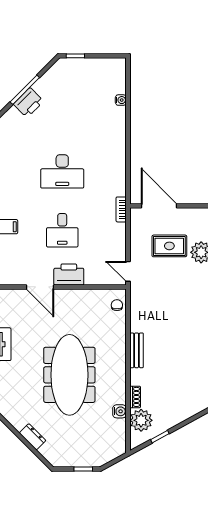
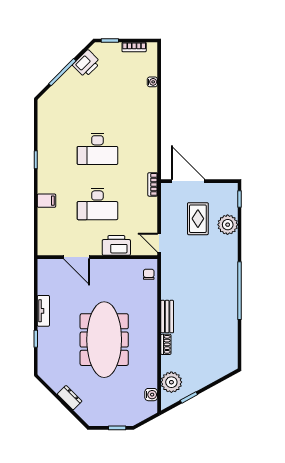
bookcase: (101, 63) -> (134, 47), added
printer: (29, 103) -> (87, 64), moved
desk: (62, 230) -> (97, 204), width x1.37
rug: (169, 246) -> (198, 219), turned 90
printer: (69, 274) -> (116, 245), moved
shoe rack: (135, 397) -> (166, 344), moved
water cooler: (119, 411) -> (151, 395), moved

